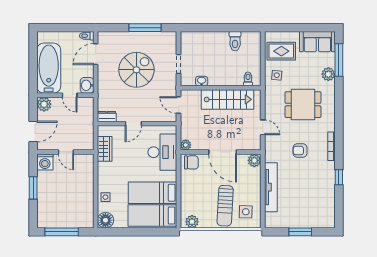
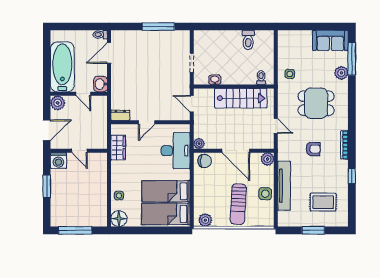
rug: (281, 51) -> (323, 202), moved
spiral stairs: (136, 70) -> (150, 69), removed
armchair: (300, 150) -> (313, 149), turned 180
side table: (246, 212) -> (265, 194), moved

